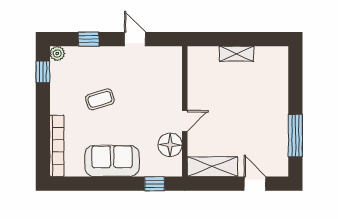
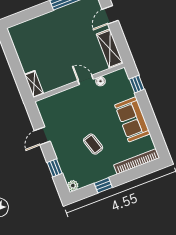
shelving: (237, 54) -> (34, 84), moved
window: (43, 72) -> (103, 185), moved
floor lamp: (170, 145) -> (100, 81), width x0.53, depth x0.53

